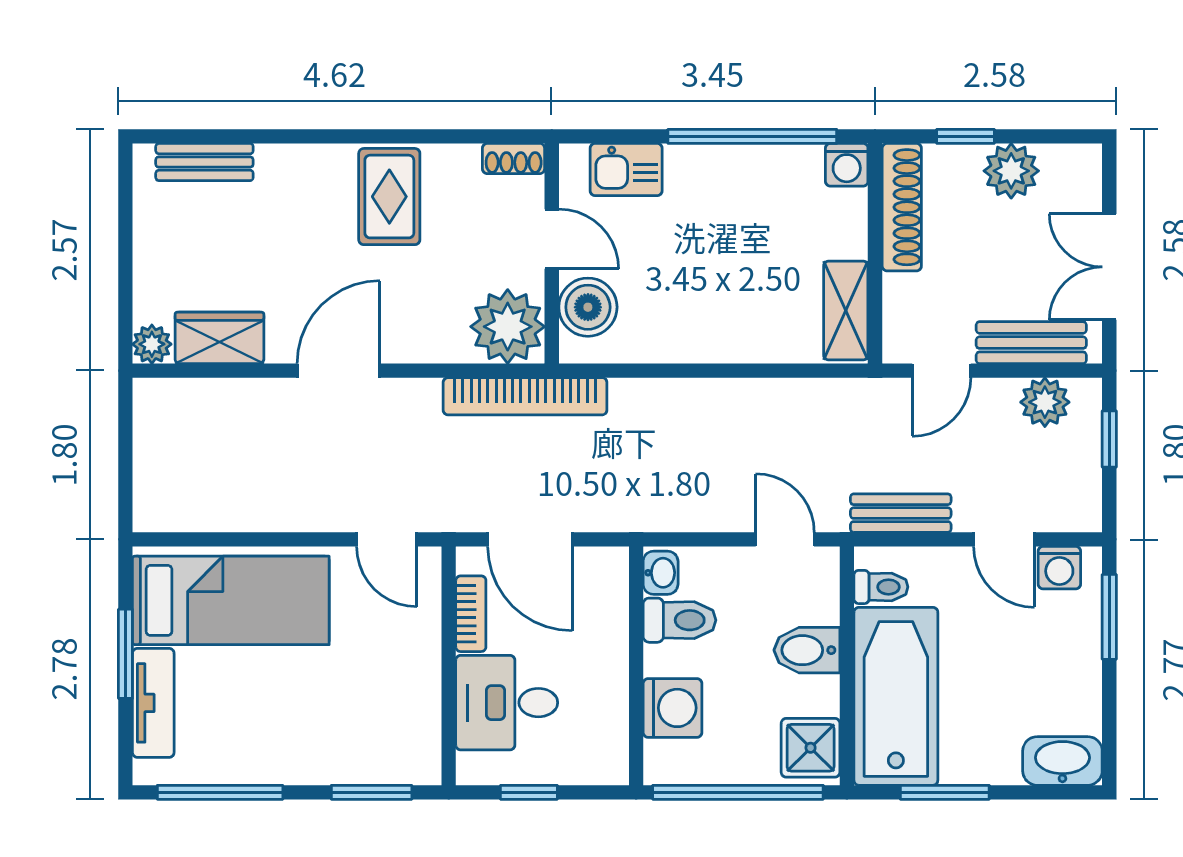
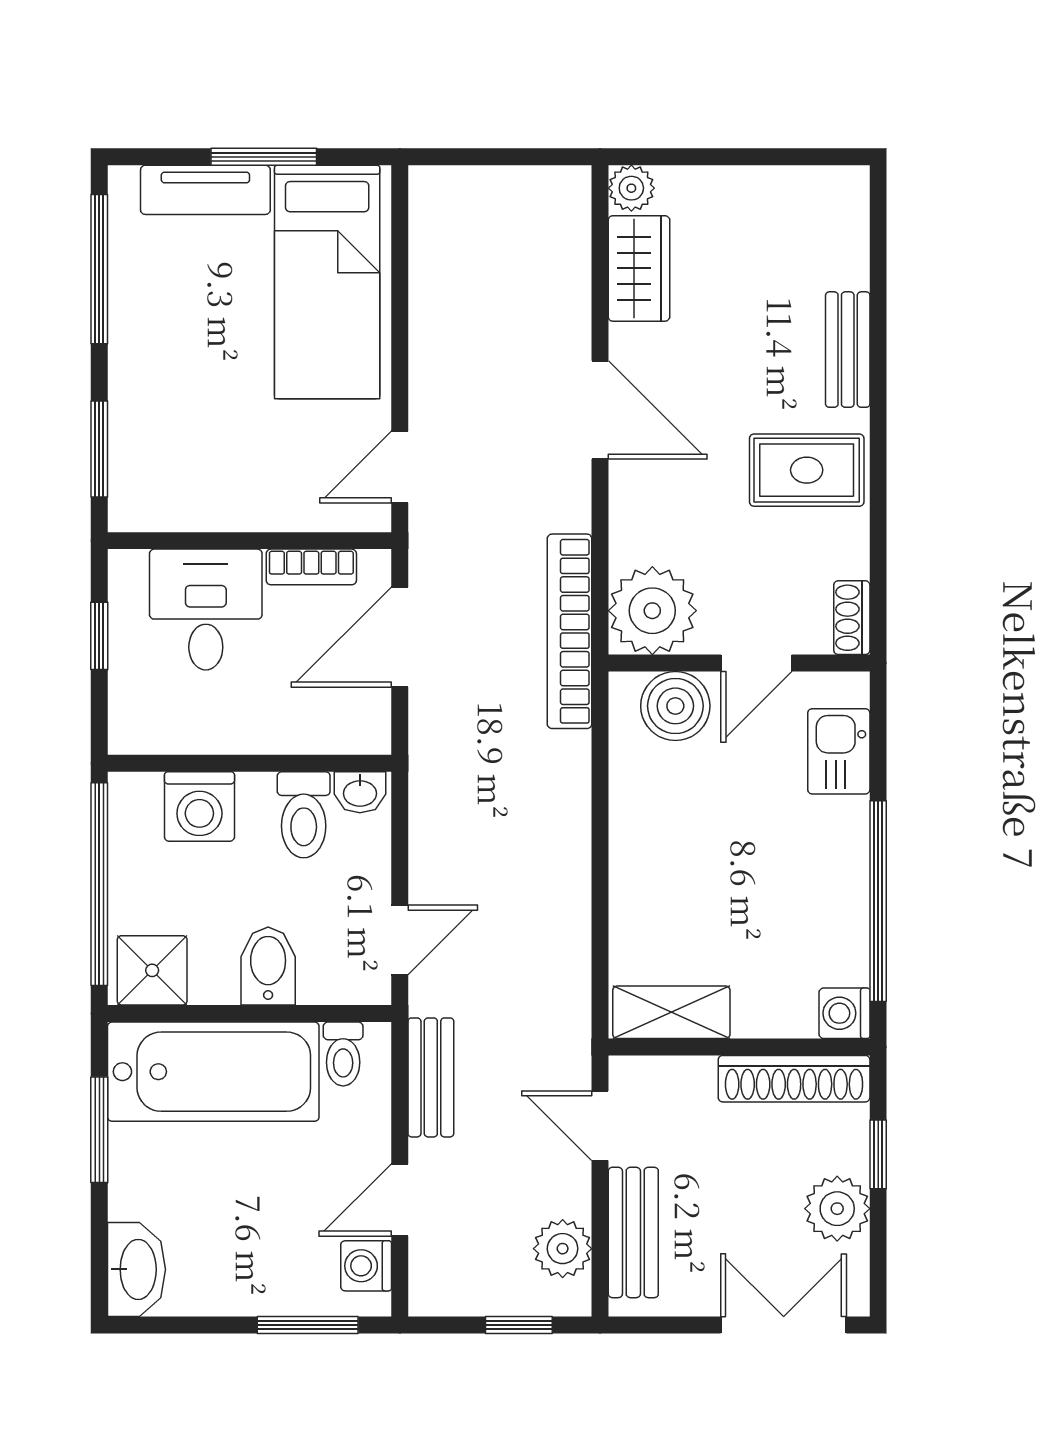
bench: (204, 162) -> (848, 350), moved
double door: (1109, 267) -> (784, 1325), moved

